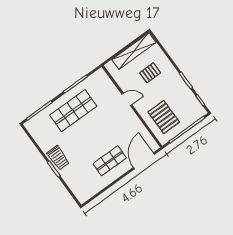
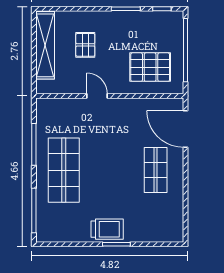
door: (127, 99) -> (97, 96), hinge flipped

